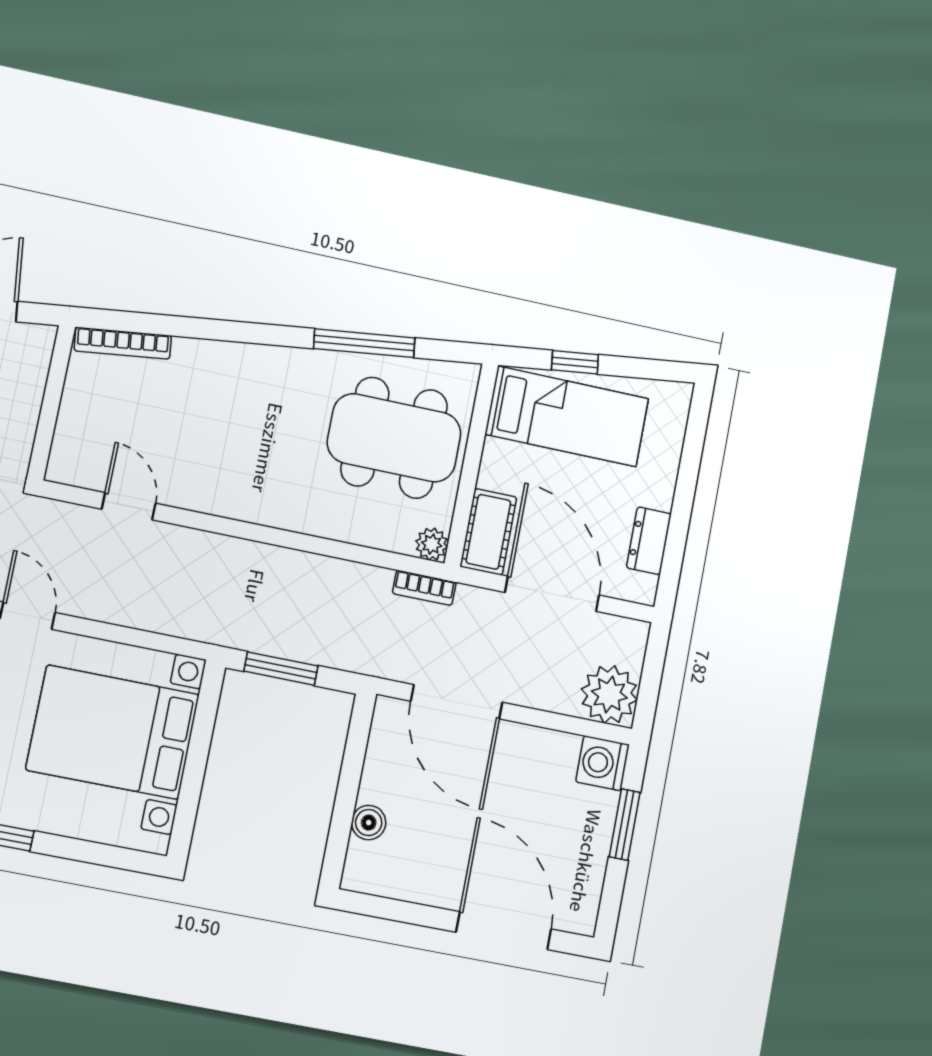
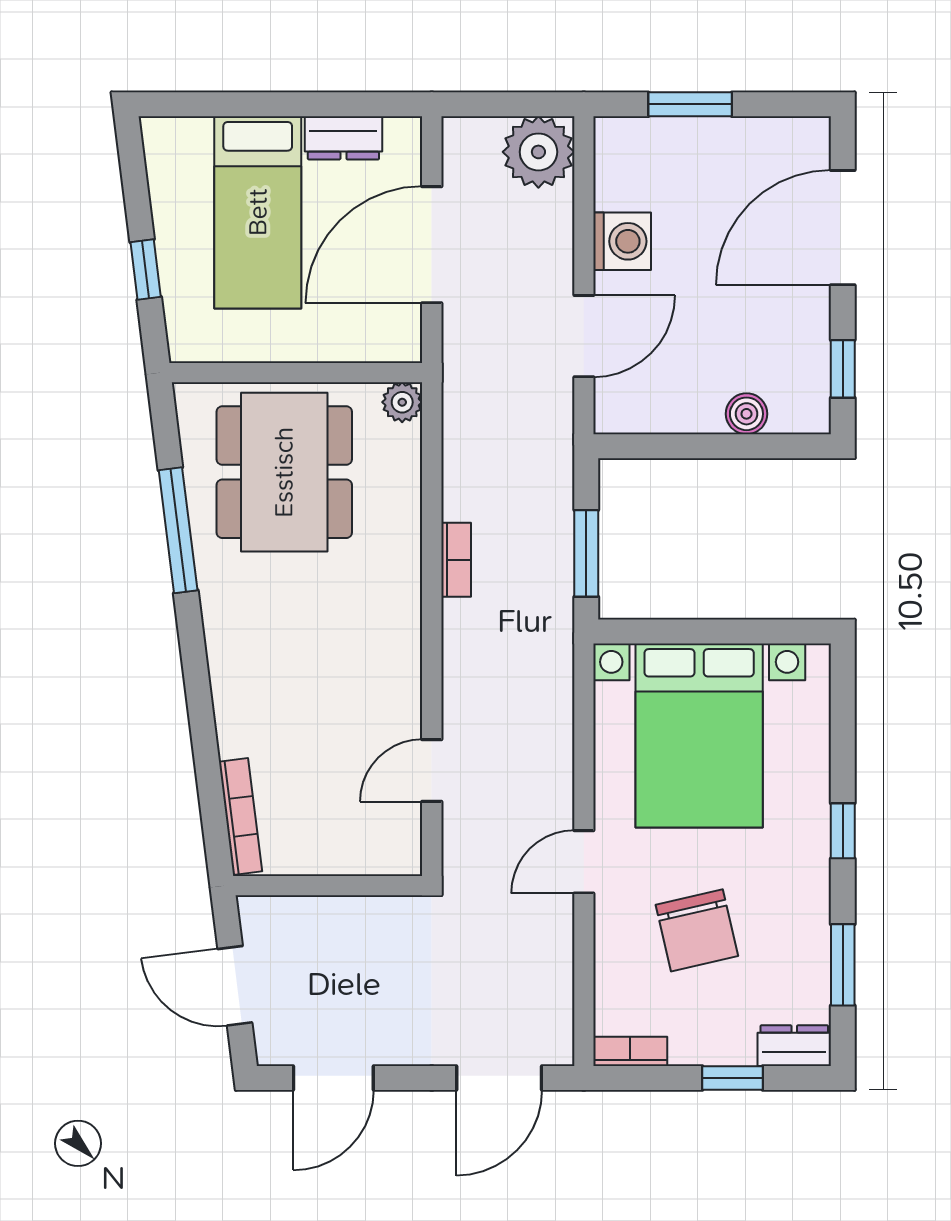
bed: (567, 416) -> (258, 212), moved, turned 180
cot: (488, 532) -> (373, 336), removed
bookcase: (424, 588) -> (456, 560), moved
door: (457, 702) -> (584, 336), width x0.73
washing machine: (603, 763) -> (622, 241), moved, turned -90
window: (390, 909) -> (843, 369), added

